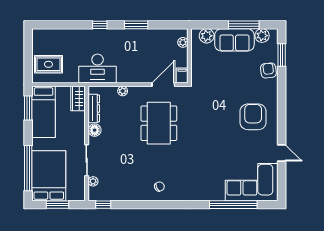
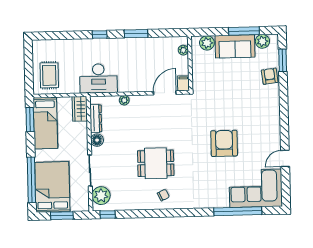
rug: (48, 64) -> (49, 75), turned 90
armchair: (253, 117) -> (224, 143), moved
dining table: (159, 123) -> (156, 163), moved, width x0.73
door: (282, 153) -> (285, 158), swing flipped
plant: (93, 181) -> (101, 196), width x1.88, depth x1.88

